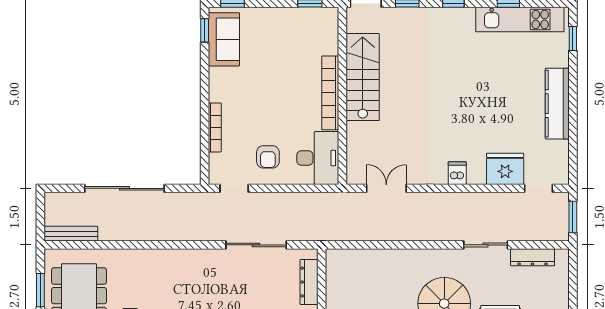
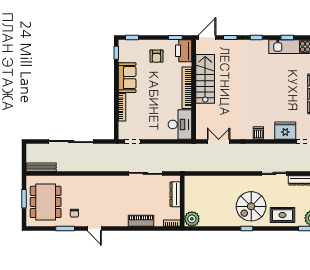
printer: (324, 27) -> (184, 51), added
sofa: (224, 39) -> (127, 78), moved
armchair: (268, 157) -> (156, 56), moved

